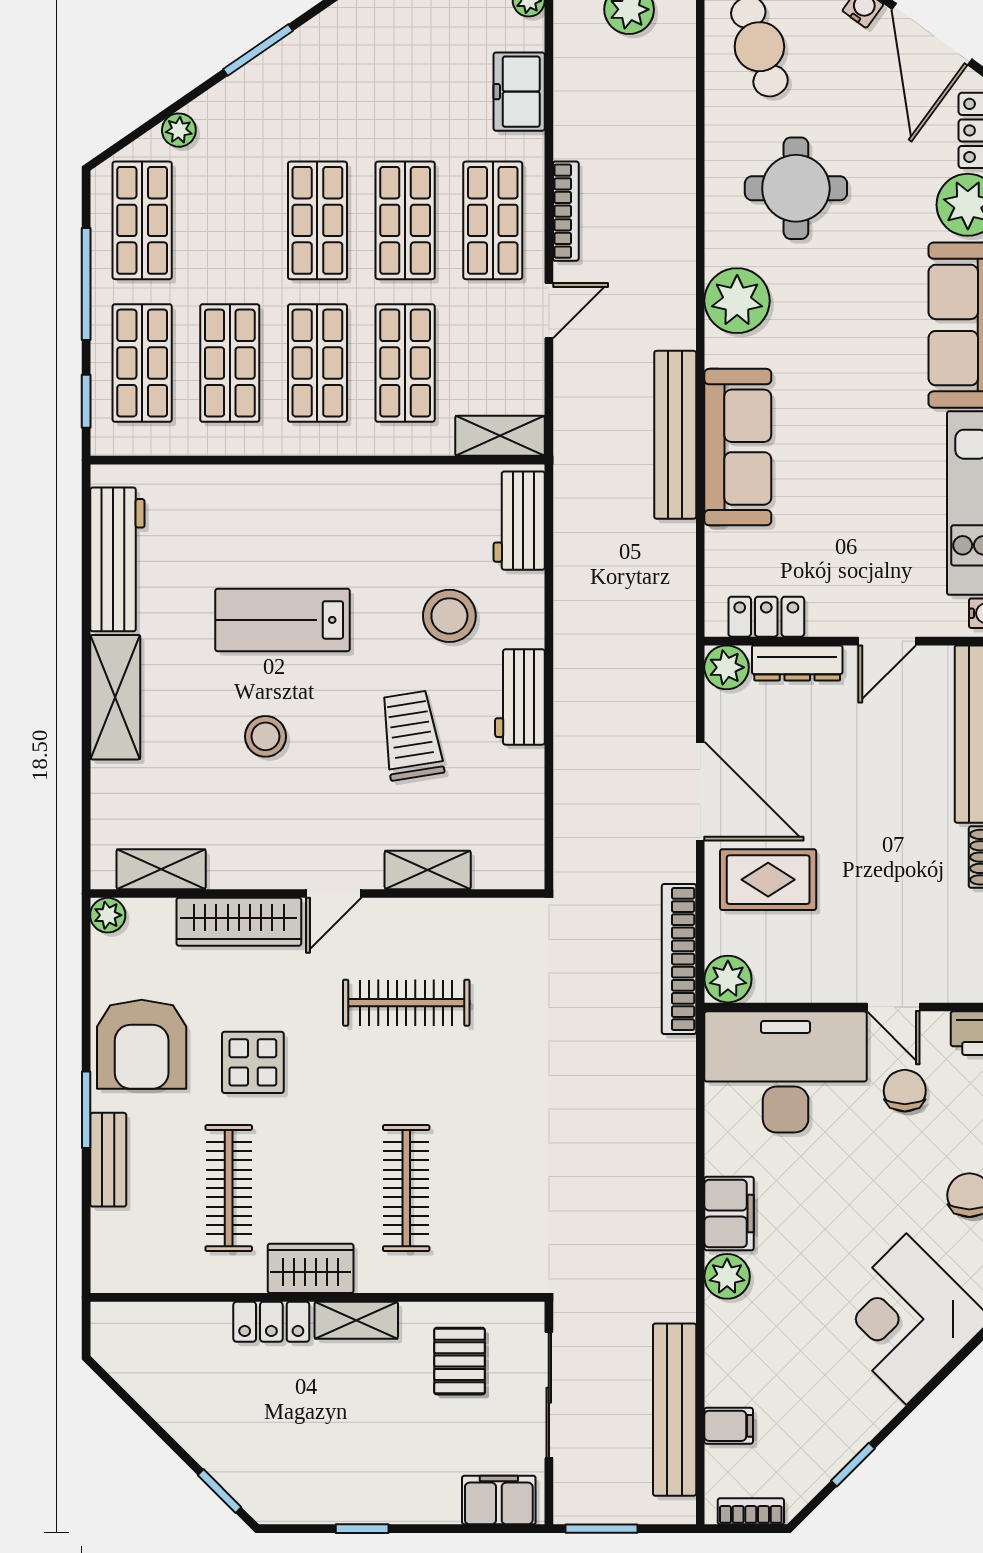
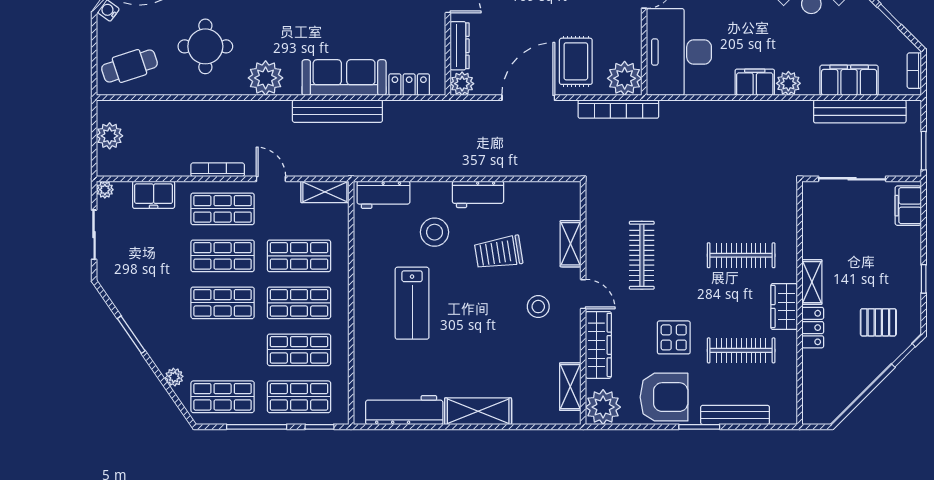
shelving: (500, 436) -> (325, 192), moved, turned 90
locker: (766, 617) -> (409, 85), moved, turned 90
lab bench: (283, 620) -> (412, 303), moved
stool: (265, 736) -> (538, 307), moved
plant: (108, 915) -> (603, 407), width x1.87, depth x1.87
plant: (728, 979) -> (625, 78), width x1.36, depth x1.36
bench: (108, 1160) -> (735, 415), width x1.36
pallet: (460, 1361) -> (878, 322), moved
filing cabinet: (729, 1426) -> (849, 80), width x3.00, depth x1.17

